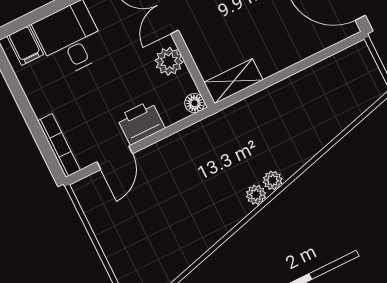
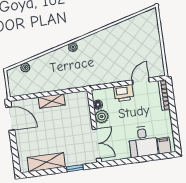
shelving: (233, 81) -> (52, 101), moved
floor lamp: (195, 103) -> (98, 105), moved
plant: (256, 195) -> (25, 67), moved

